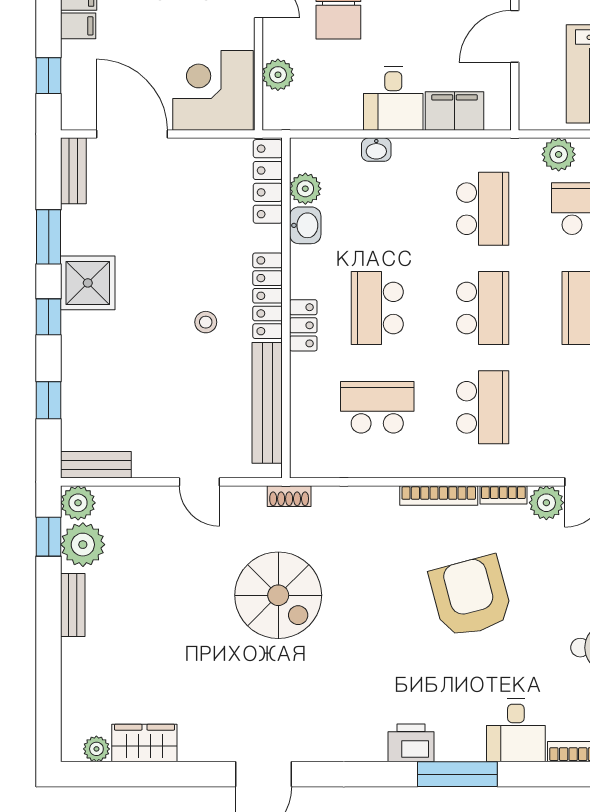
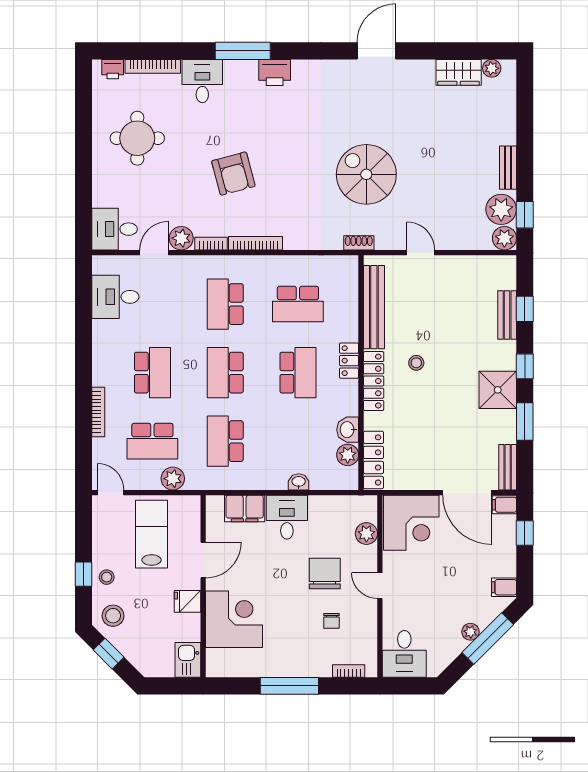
filing cabinet: (78, 26) -> (504, 505), moved
bench: (96, 465) -> (507, 315), moved, turned 90
armchair: (471, 596) -> (233, 174), width x0.73, depth x0.73

